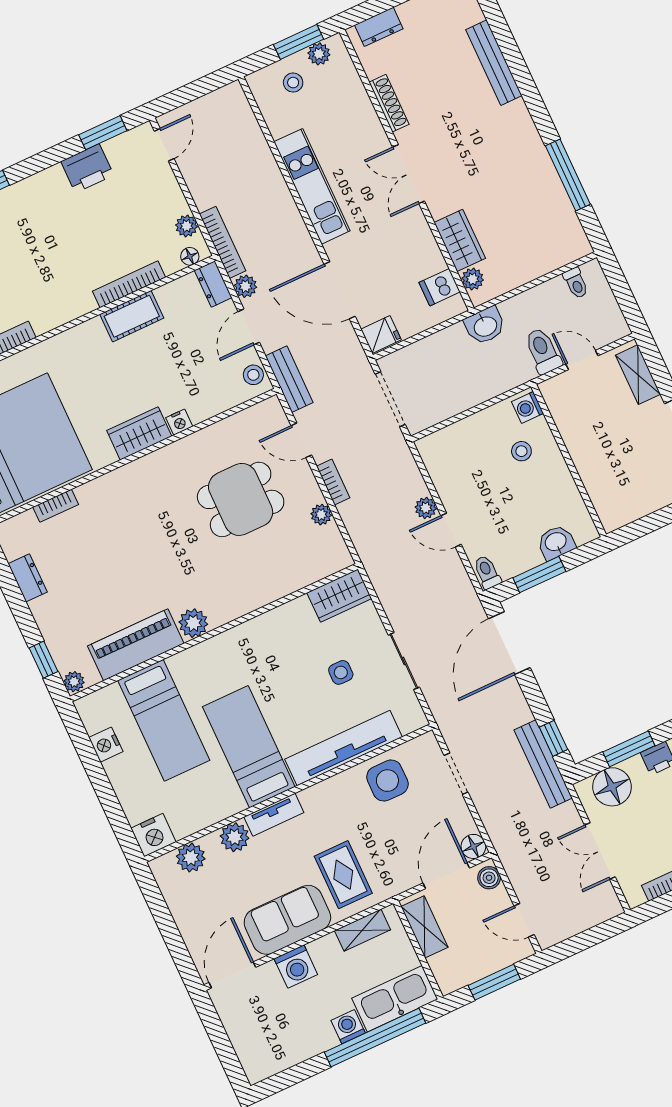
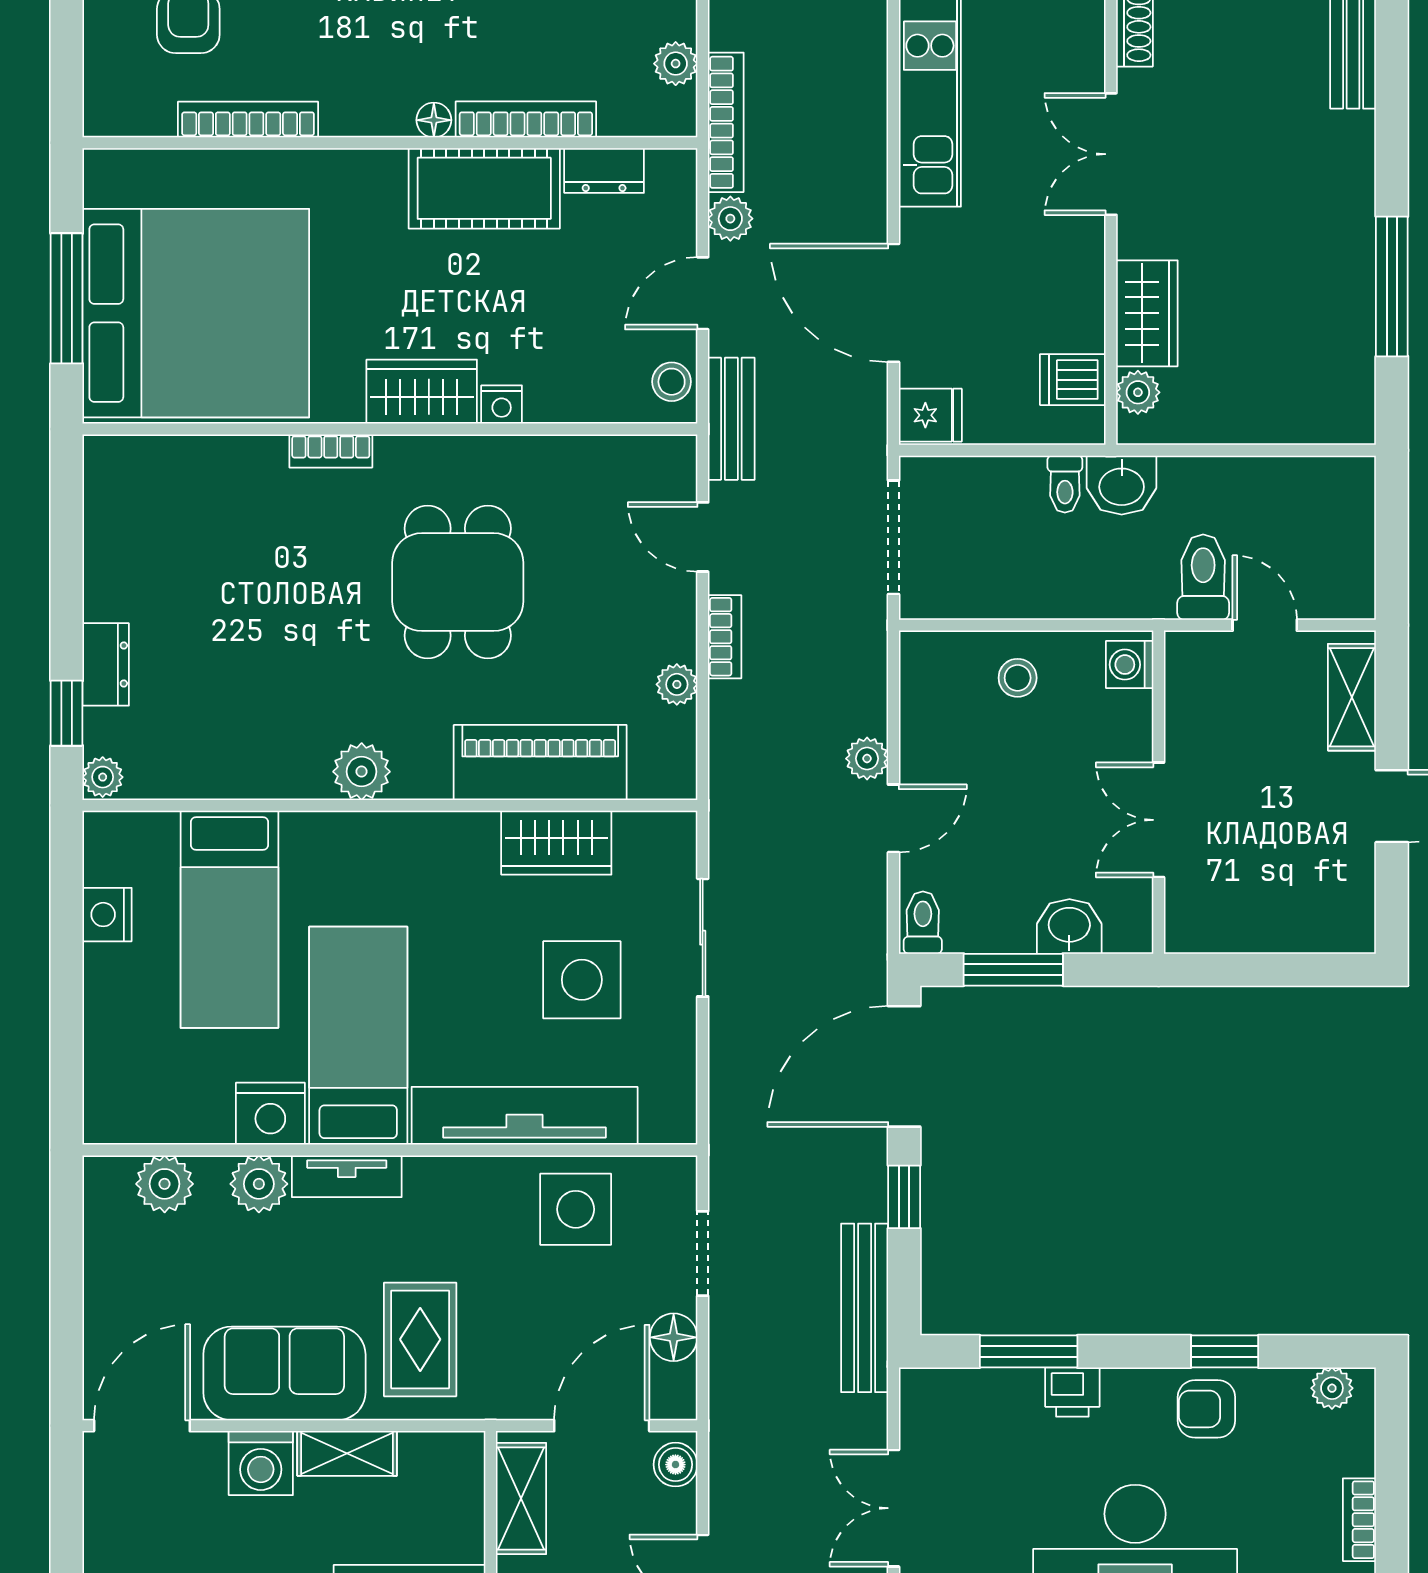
floor lamp: (190, 256) -> (434, 120), moved
toilet: (576, 283) -> (1065, 484), moved
dresser: (213, 284) -> (604, 171), moved, turned -90
cot: (132, 316) -> (484, 188), width x1.37, depth x1.34
stool: (521, 451) -> (1018, 678), moved
double door: (575, 474) -> (1159, 820), added
dining table: (241, 499) -> (458, 582), moved, turned 90
bookcase: (56, 506) -> (331, 451), moved
door: (451, 530) -> (894, 818), swing flipped
dresser: (28, 578) -> (106, 664), moved
wardrobe: (339, 596) -> (556, 843), moved
piano: (136, 645) -> (540, 762), moved
sliding door: (404, 661) -> (703, 938), moved
side table: (341, 672) -> (582, 980), width x1.87, depth x1.87
window: (554, 738) -> (904, 1197), moved
floor lamp: (612, 787) -> (968, 1405), removed
nightstand: (153, 835) -> (270, 1114), moved
floor lamp: (473, 846) -> (674, 1337), moved
shelving: (362, 930) -> (347, 1453), moved

